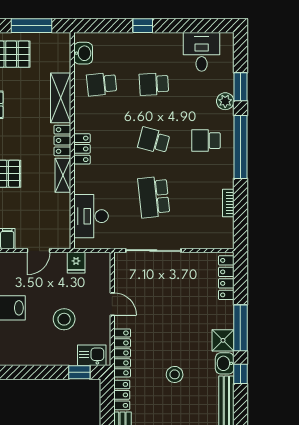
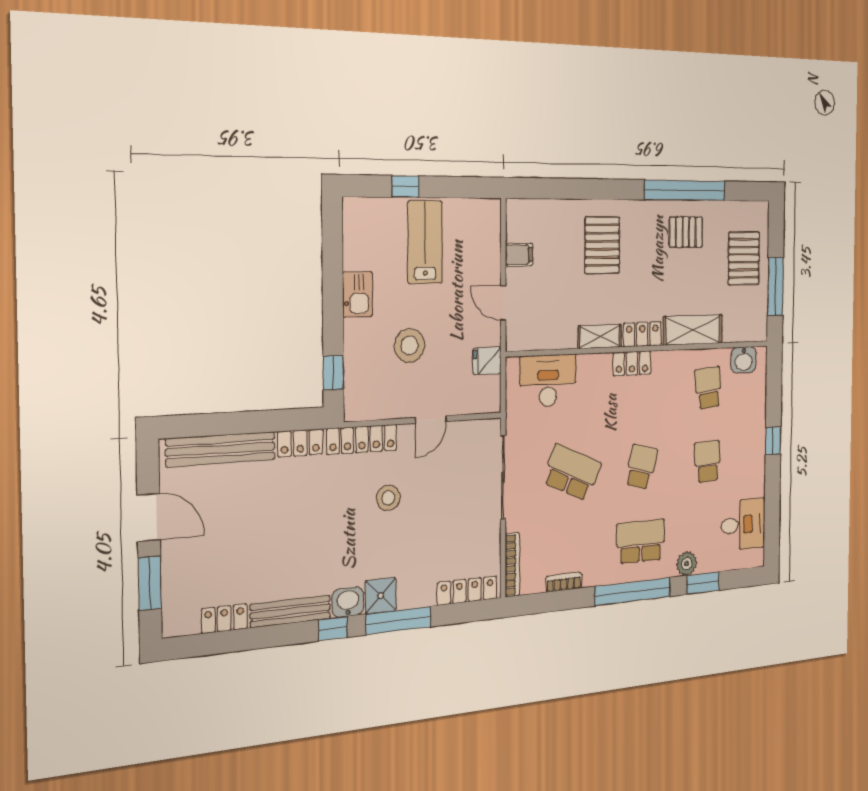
school desk: (206, 141) -> (641, 542), width x1.85
school desk: (154, 197) -> (572, 472), turned 30
bookcase: (212, 243) -> (512, 565), added
kitchen sink: (92, 355) -> (358, 294), moved
stool: (175, 374) -> (388, 498), moved

